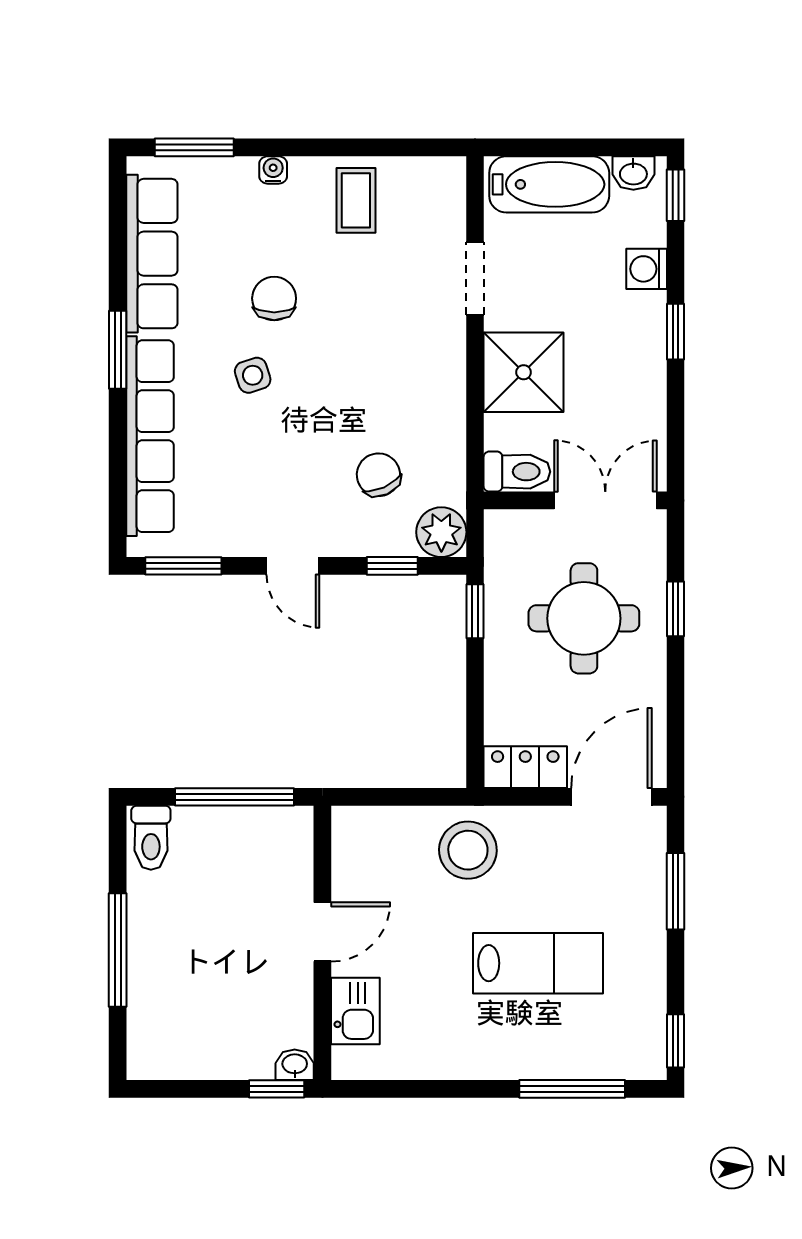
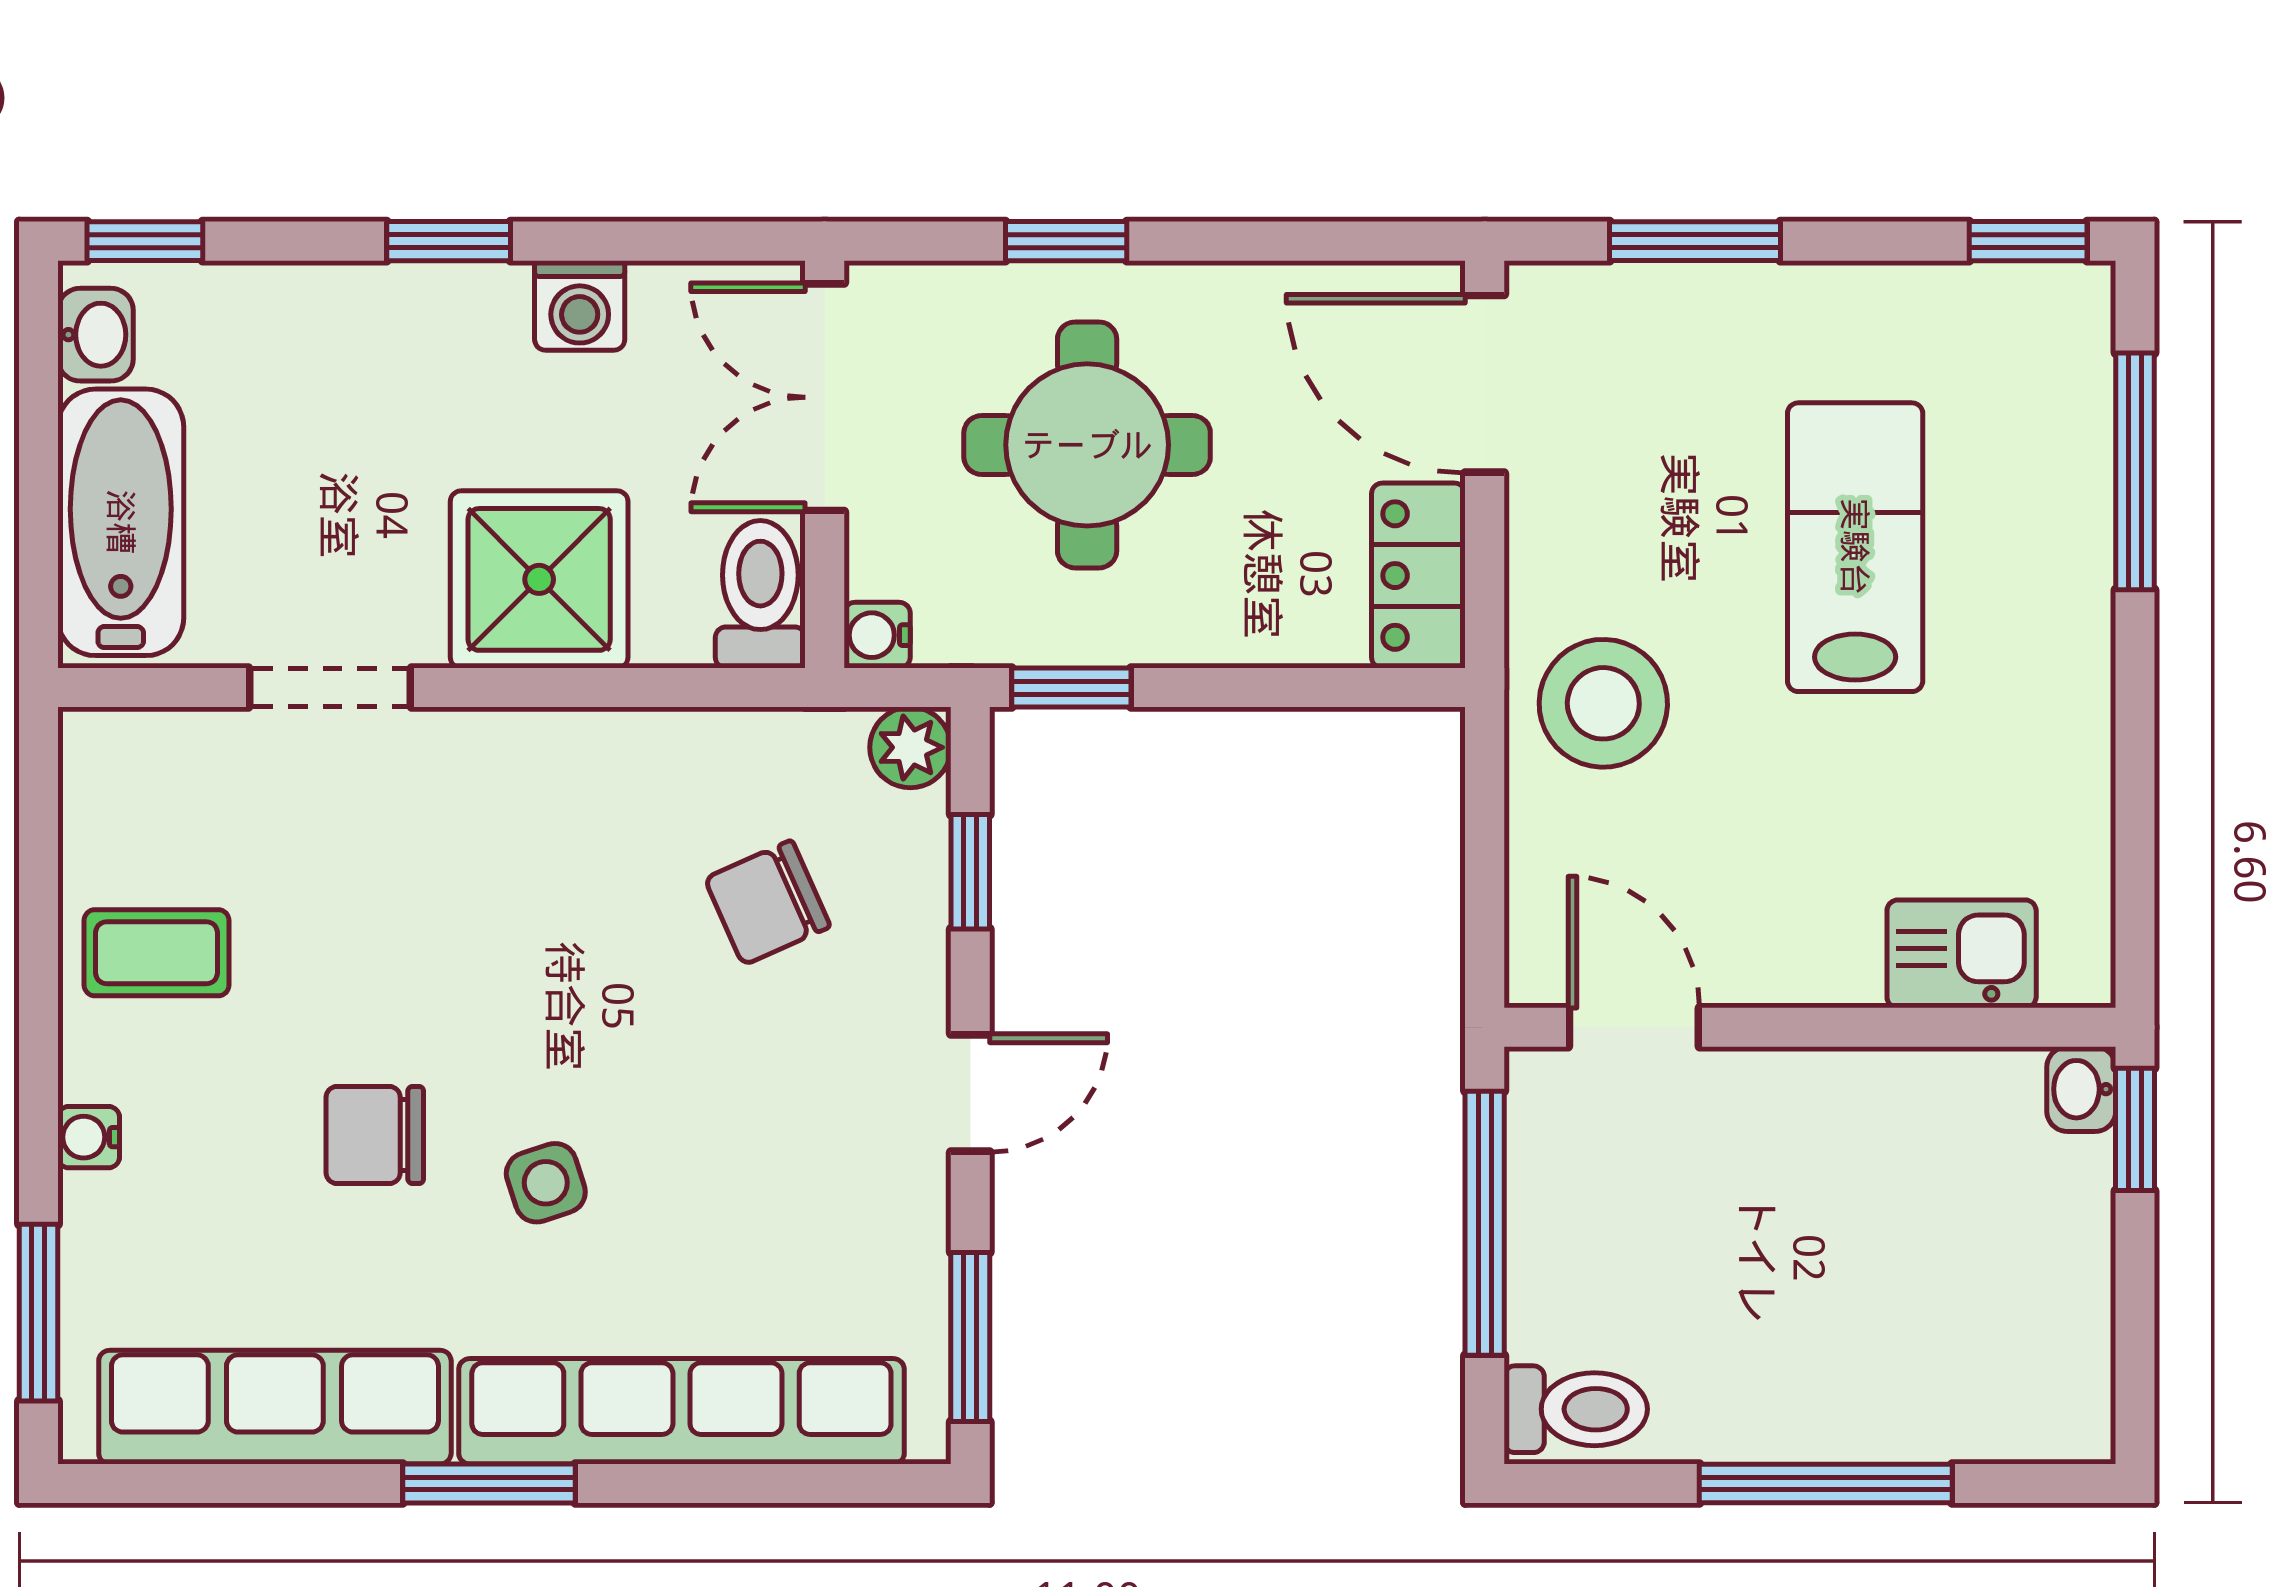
washing machine: (647, 269) -> (580, 305), moved
water cooler: (499, 524) -> (877, 635), added
plant: (441, 532) -> (910, 747), width x0.73, depth x0.73
door: (322, 932) -> (1634, 1027), moved

